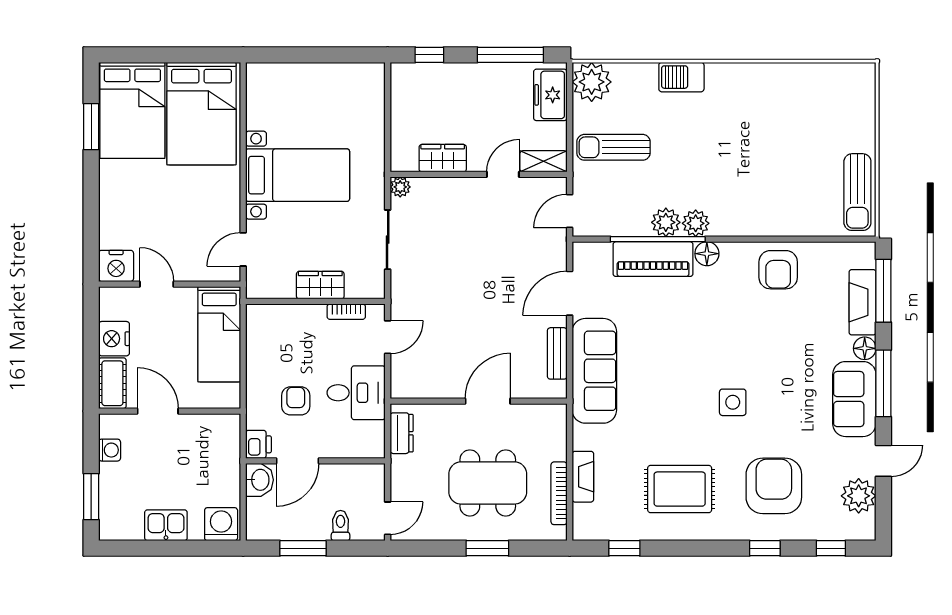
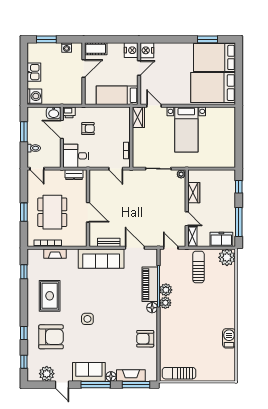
barbecue: (681, 77) -> (229, 338), moved
wardrobe: (320, 285) -> (138, 117), moved
nightstand: (114, 339) -> (131, 50), moved, turned 90
desk: (356, 393) -> (76, 156), moved, turned 90

